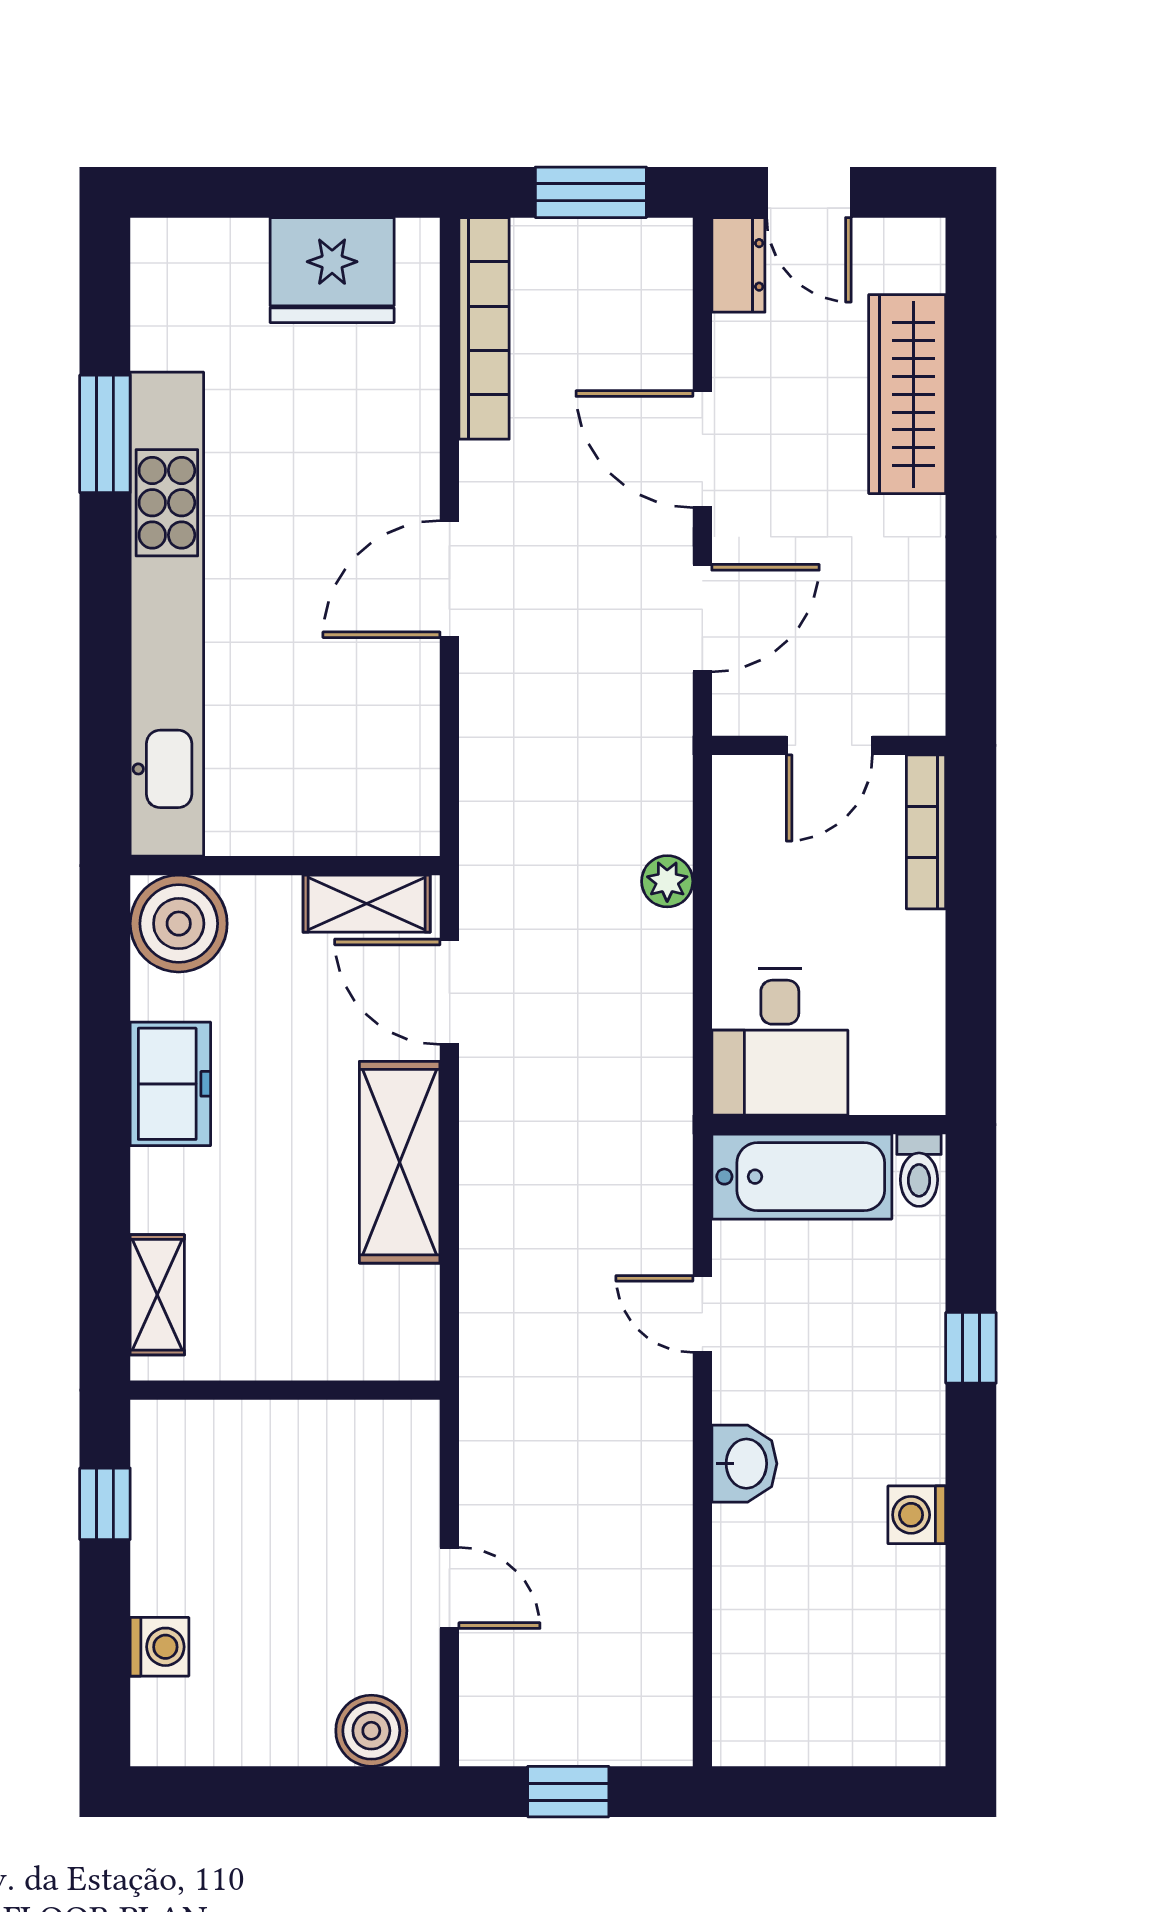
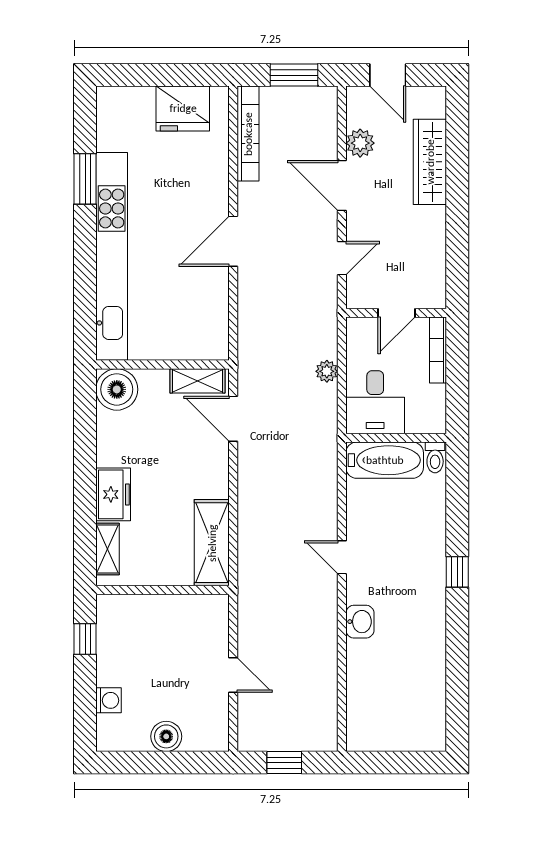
dresser: (738, 265) -> (357, 106), removed
plant: (745, 350) -> (360, 143), added
door: (702, 618) -> (342, 258), width x0.73
desk: (780, 1042) -> (375, 402), moved
freezer: (170, 1084) -> (113, 494), moved
wall: (829, 1125) -> (396, 438), moved
shelving: (400, 1162) -> (212, 543), moved
toilet: (919, 1170) -> (435, 457), moved
bathtub: (802, 1177) -> (385, 460), moved
washing machine: (917, 1515) -> (434, 644), removed
boiler: (371, 1731) -> (166, 736), moved

